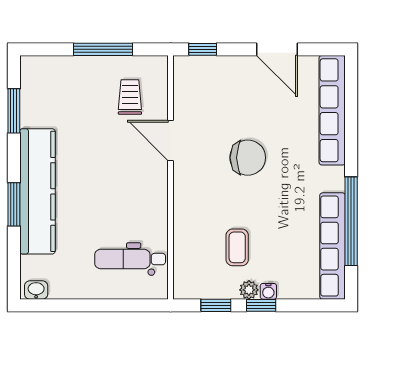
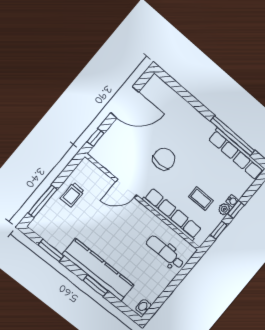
window: (103, 49) -> (43, 201), moved
door: (277, 49) -> (125, 102), width x1.36
trolley: (130, 97) -> (72, 195), moved, turned -90
row of seats: (332, 110) -> (172, 215), moved, turned 180
dental chair: (130, 259) -> (165, 252), turned 90

